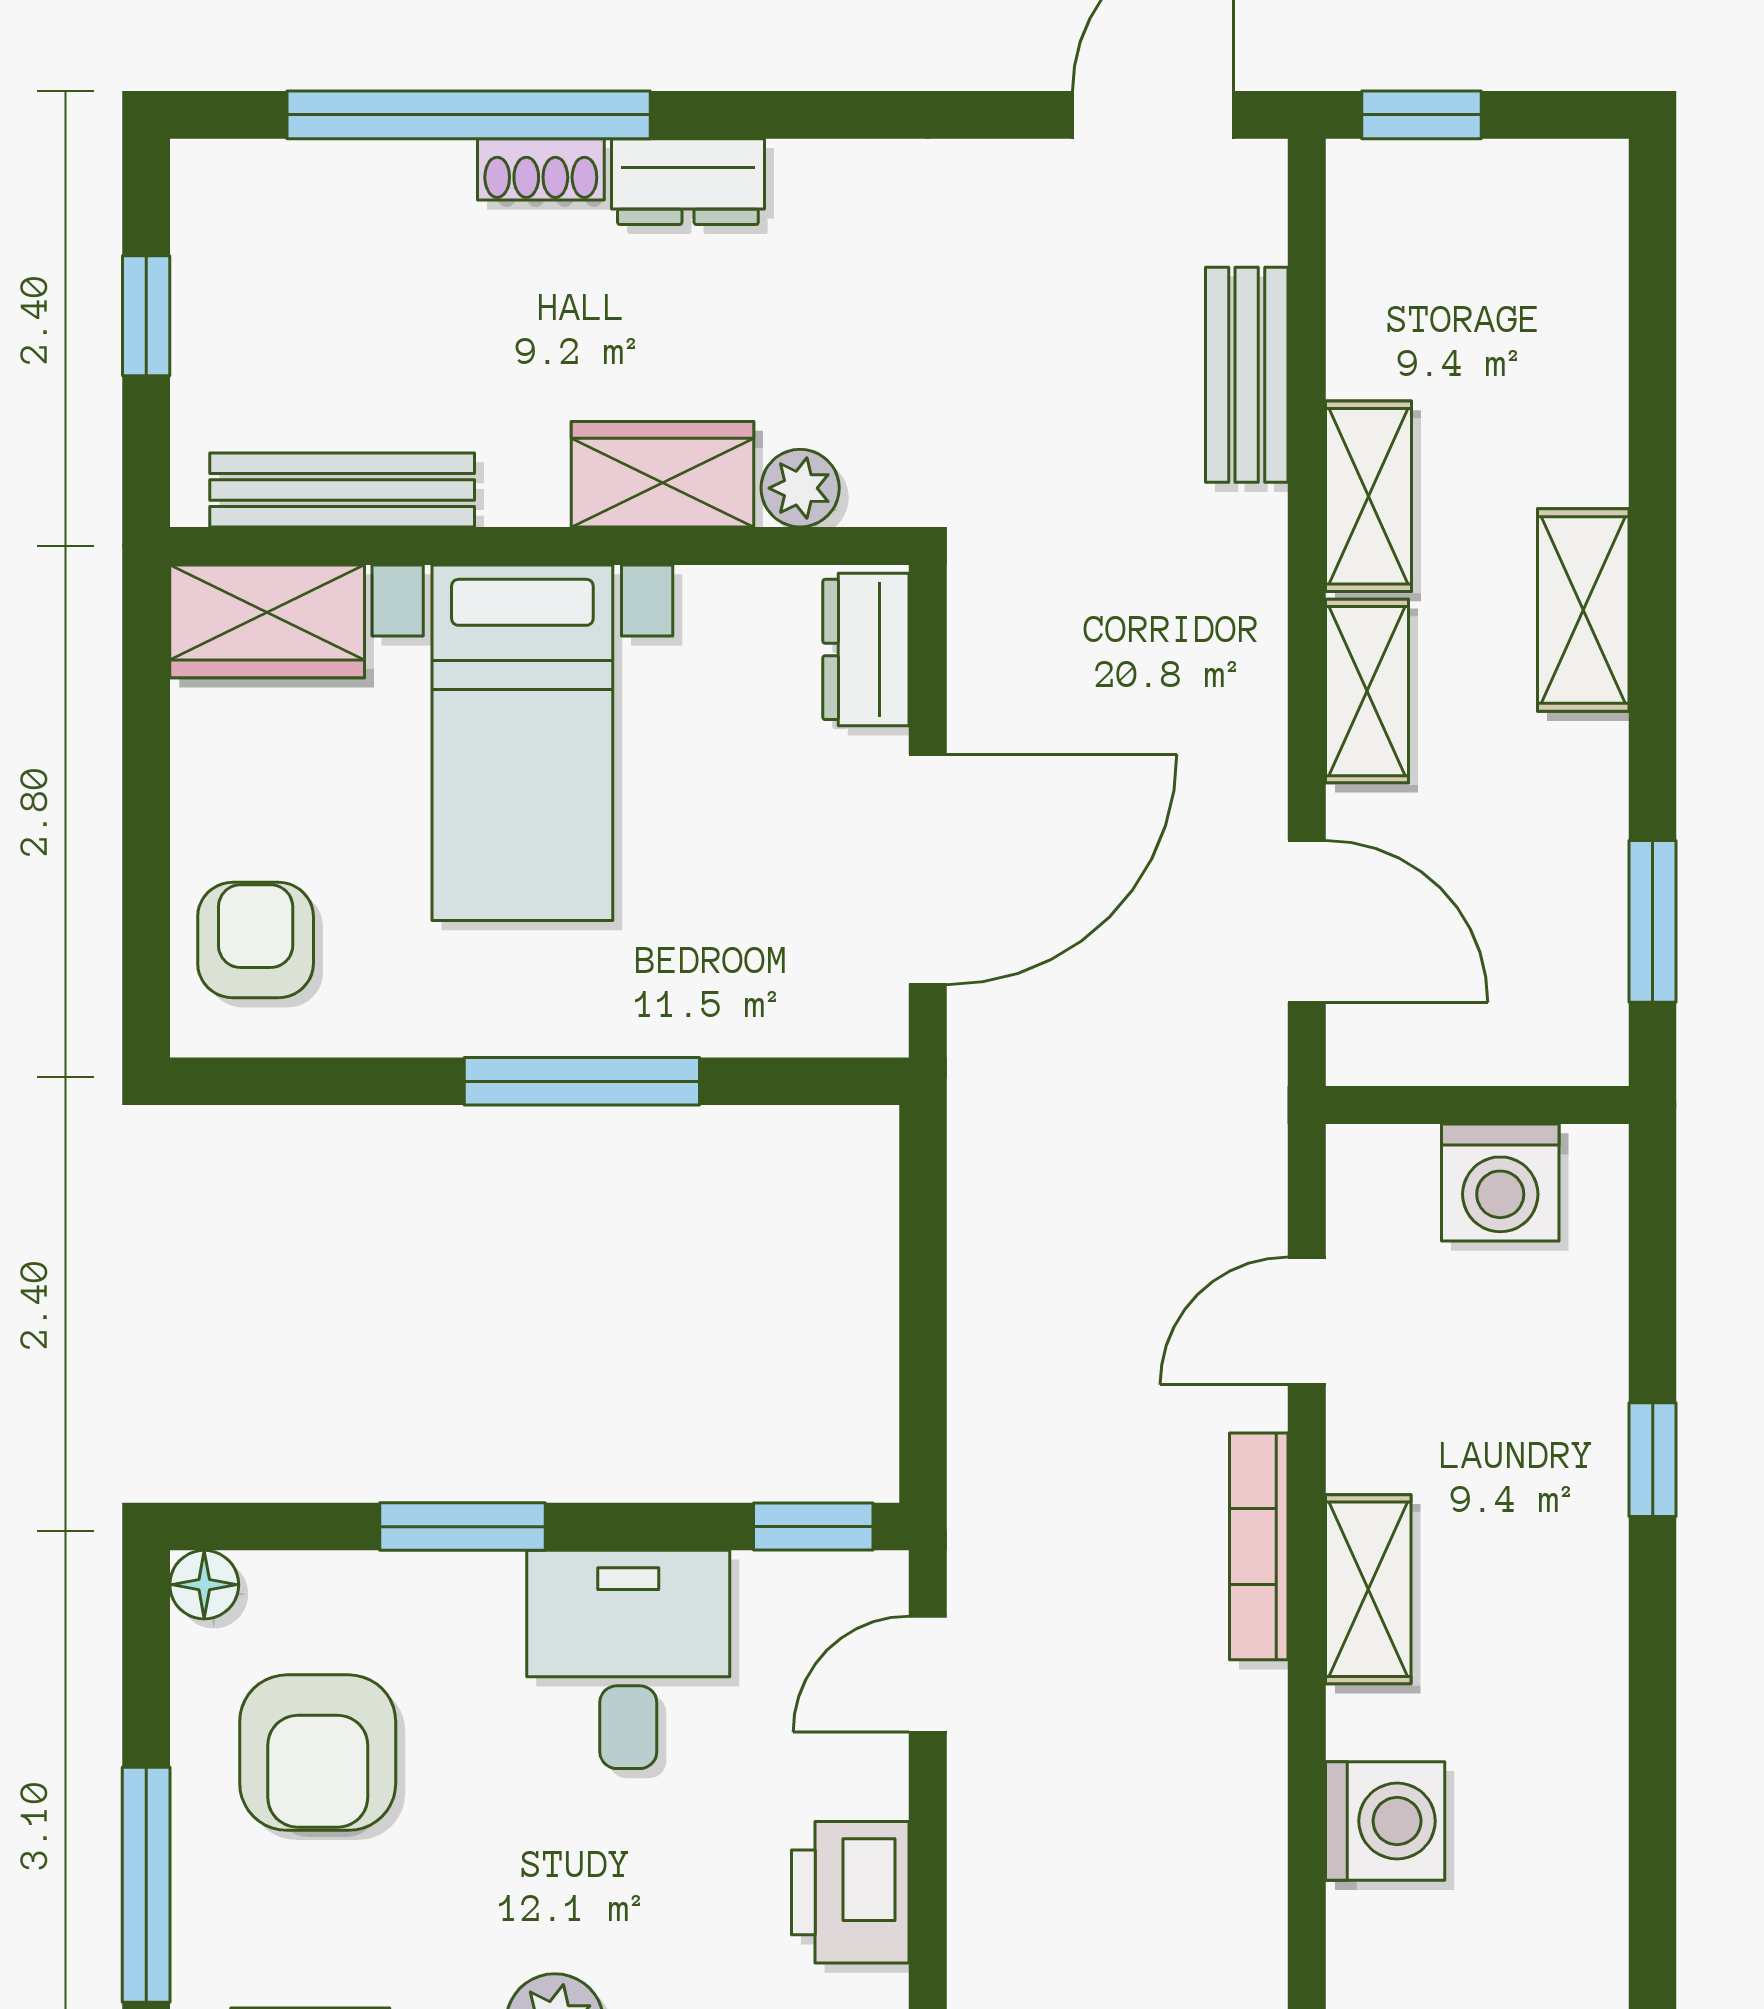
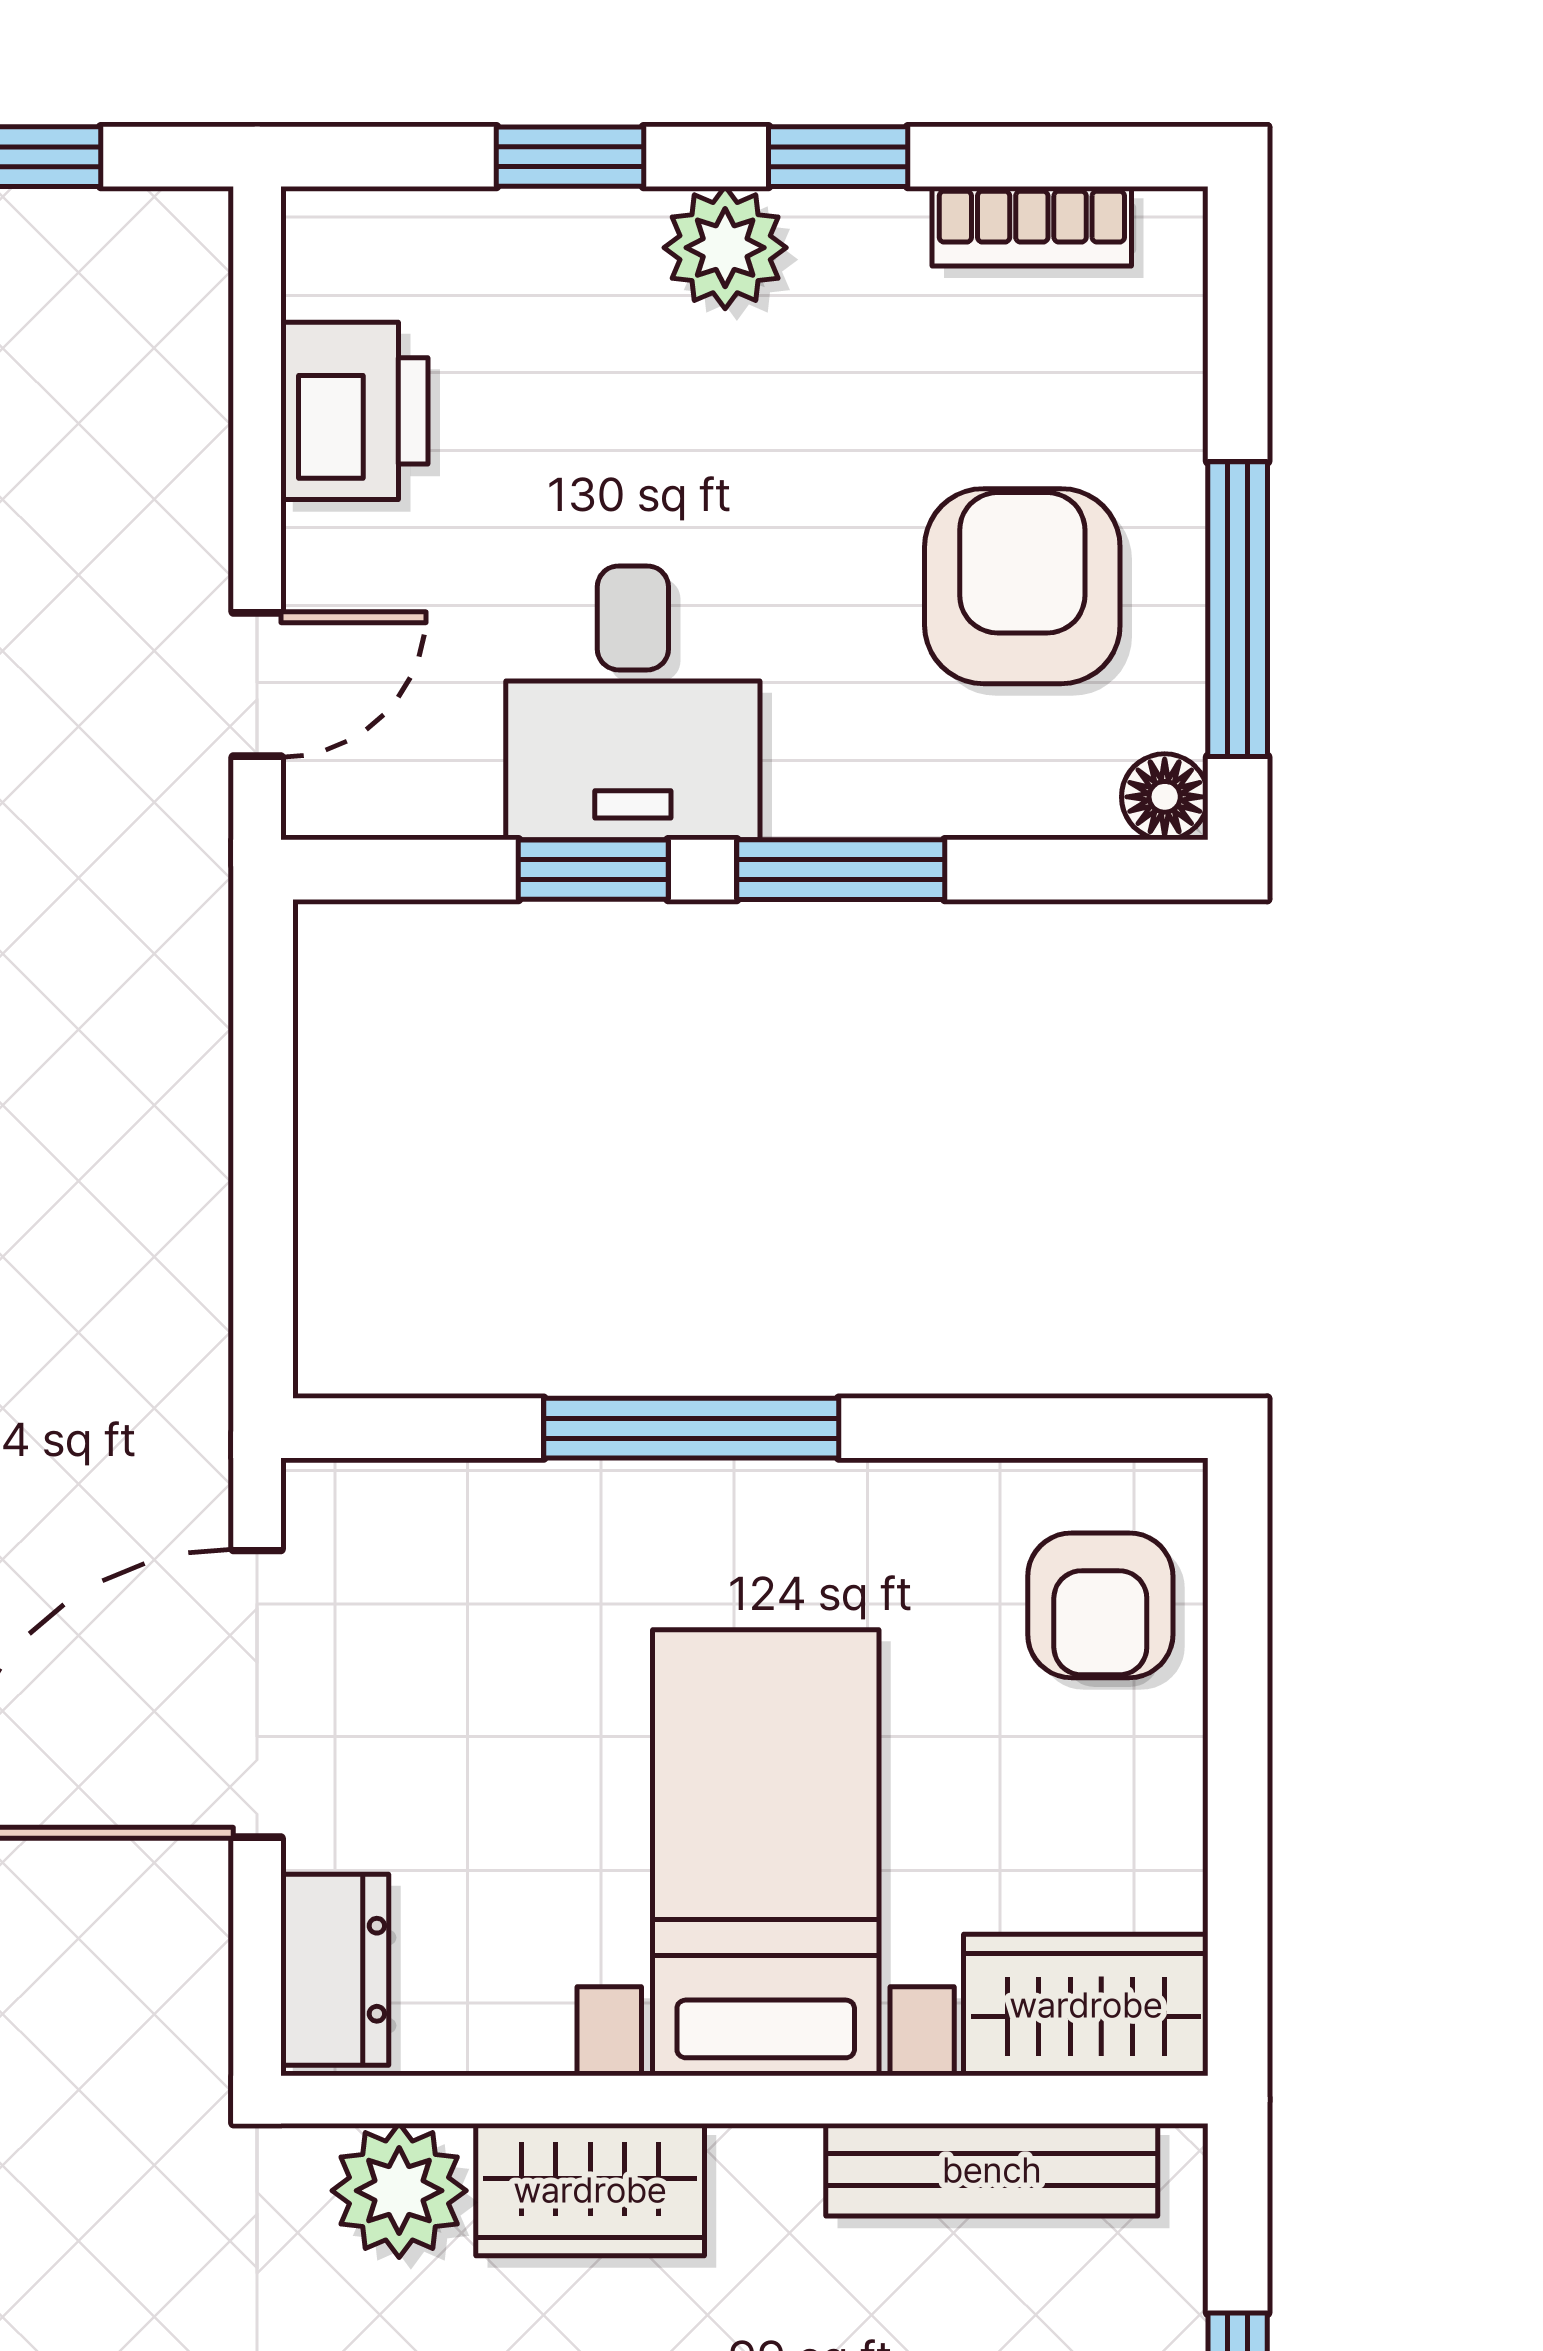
plant: (800, 488) -> (399, 2191), width x1.38, depth x1.38
window: (813, 1527) -> (593, 870), moved
window: (146, 1885) -> (1238, 609), moved

